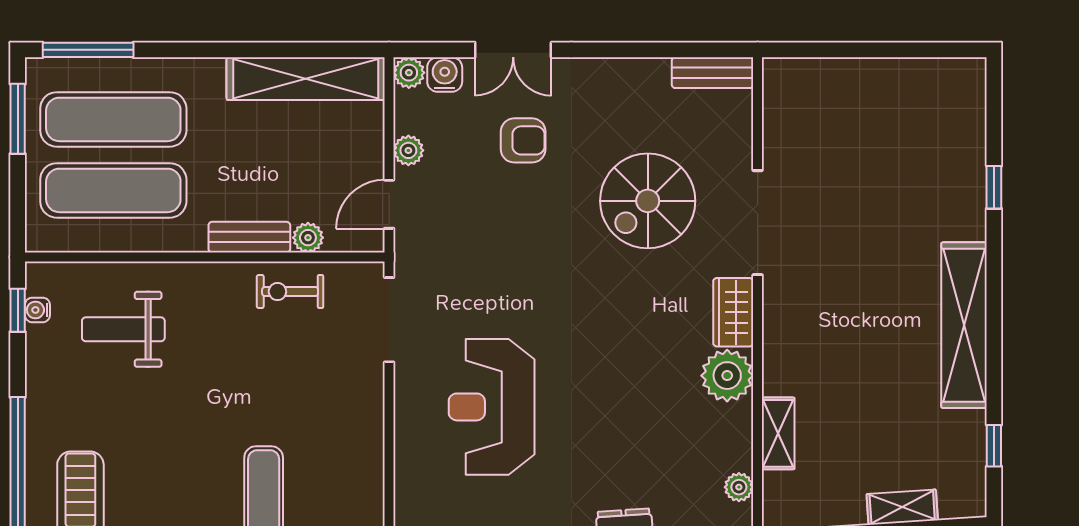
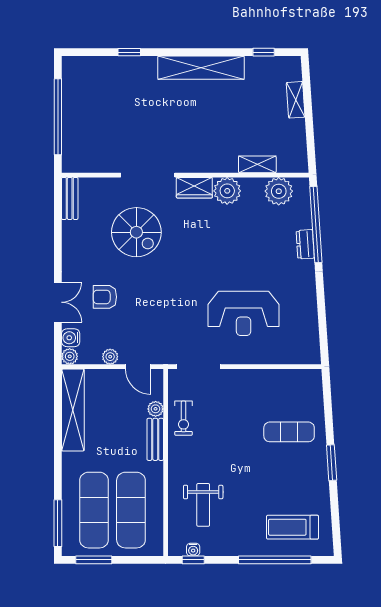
window: (869, 50) -> (58, 117), added
armchair: (523, 140) -> (105, 297), turned -90
plant: (739, 487) -> (279, 191), width x1.88, depth x1.88

